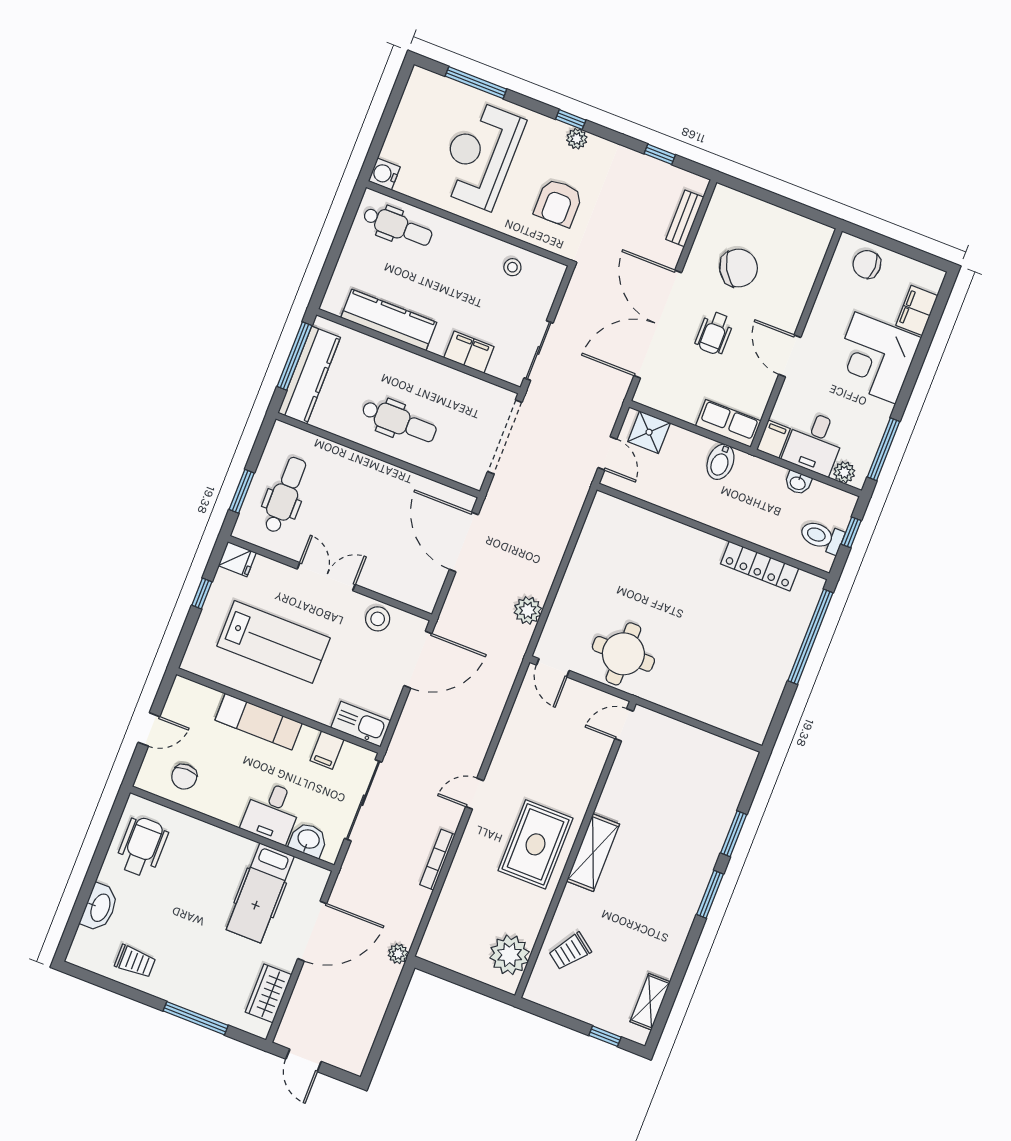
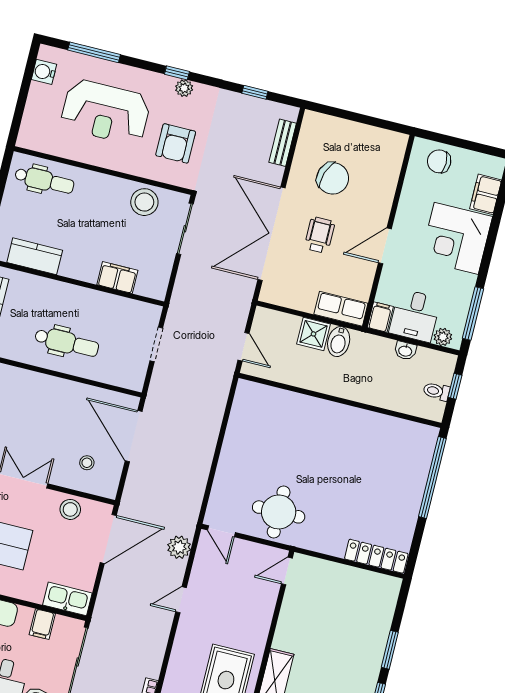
reception desk: (480, 155) -> (106, 112), turned -90
water cooler: (384, 174) -> (44, 72), moved
stool: (512, 267) -> (144, 202), width x1.89, depth x1.89
chair: (739, 268) -> (333, 178), turned 49
kitchen counter: (389, 320) -> (35, 256), width x0.67
wheelchair: (714, 333) -> (320, 235), turned 180
sliding door: (538, 350) -> (185, 229), moved
door: (790, 356) -> (385, 246), hinge flipped
shower: (649, 432) -> (313, 334), moved
doorway: (505, 437) -> (156, 344), width x0.53
toilet: (822, 537) -> (436, 391), width x0.73, depth x0.72
stool: (405, 566) -> (87, 463), added
locker: (760, 566) -> (376, 556), moved, turned 180
plant: (528, 610) -> (179, 547), moved
door: (475, 794) -> (181, 600), moved

